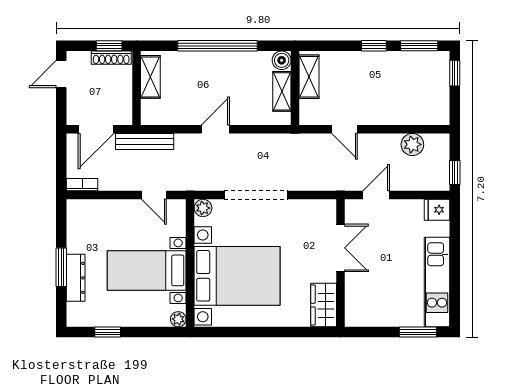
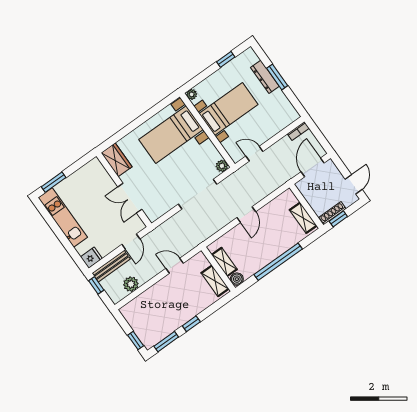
bench: (145, 141) -> (111, 266), moved
bed with nightstands: (237, 276) -> (171, 135), width x0.73

